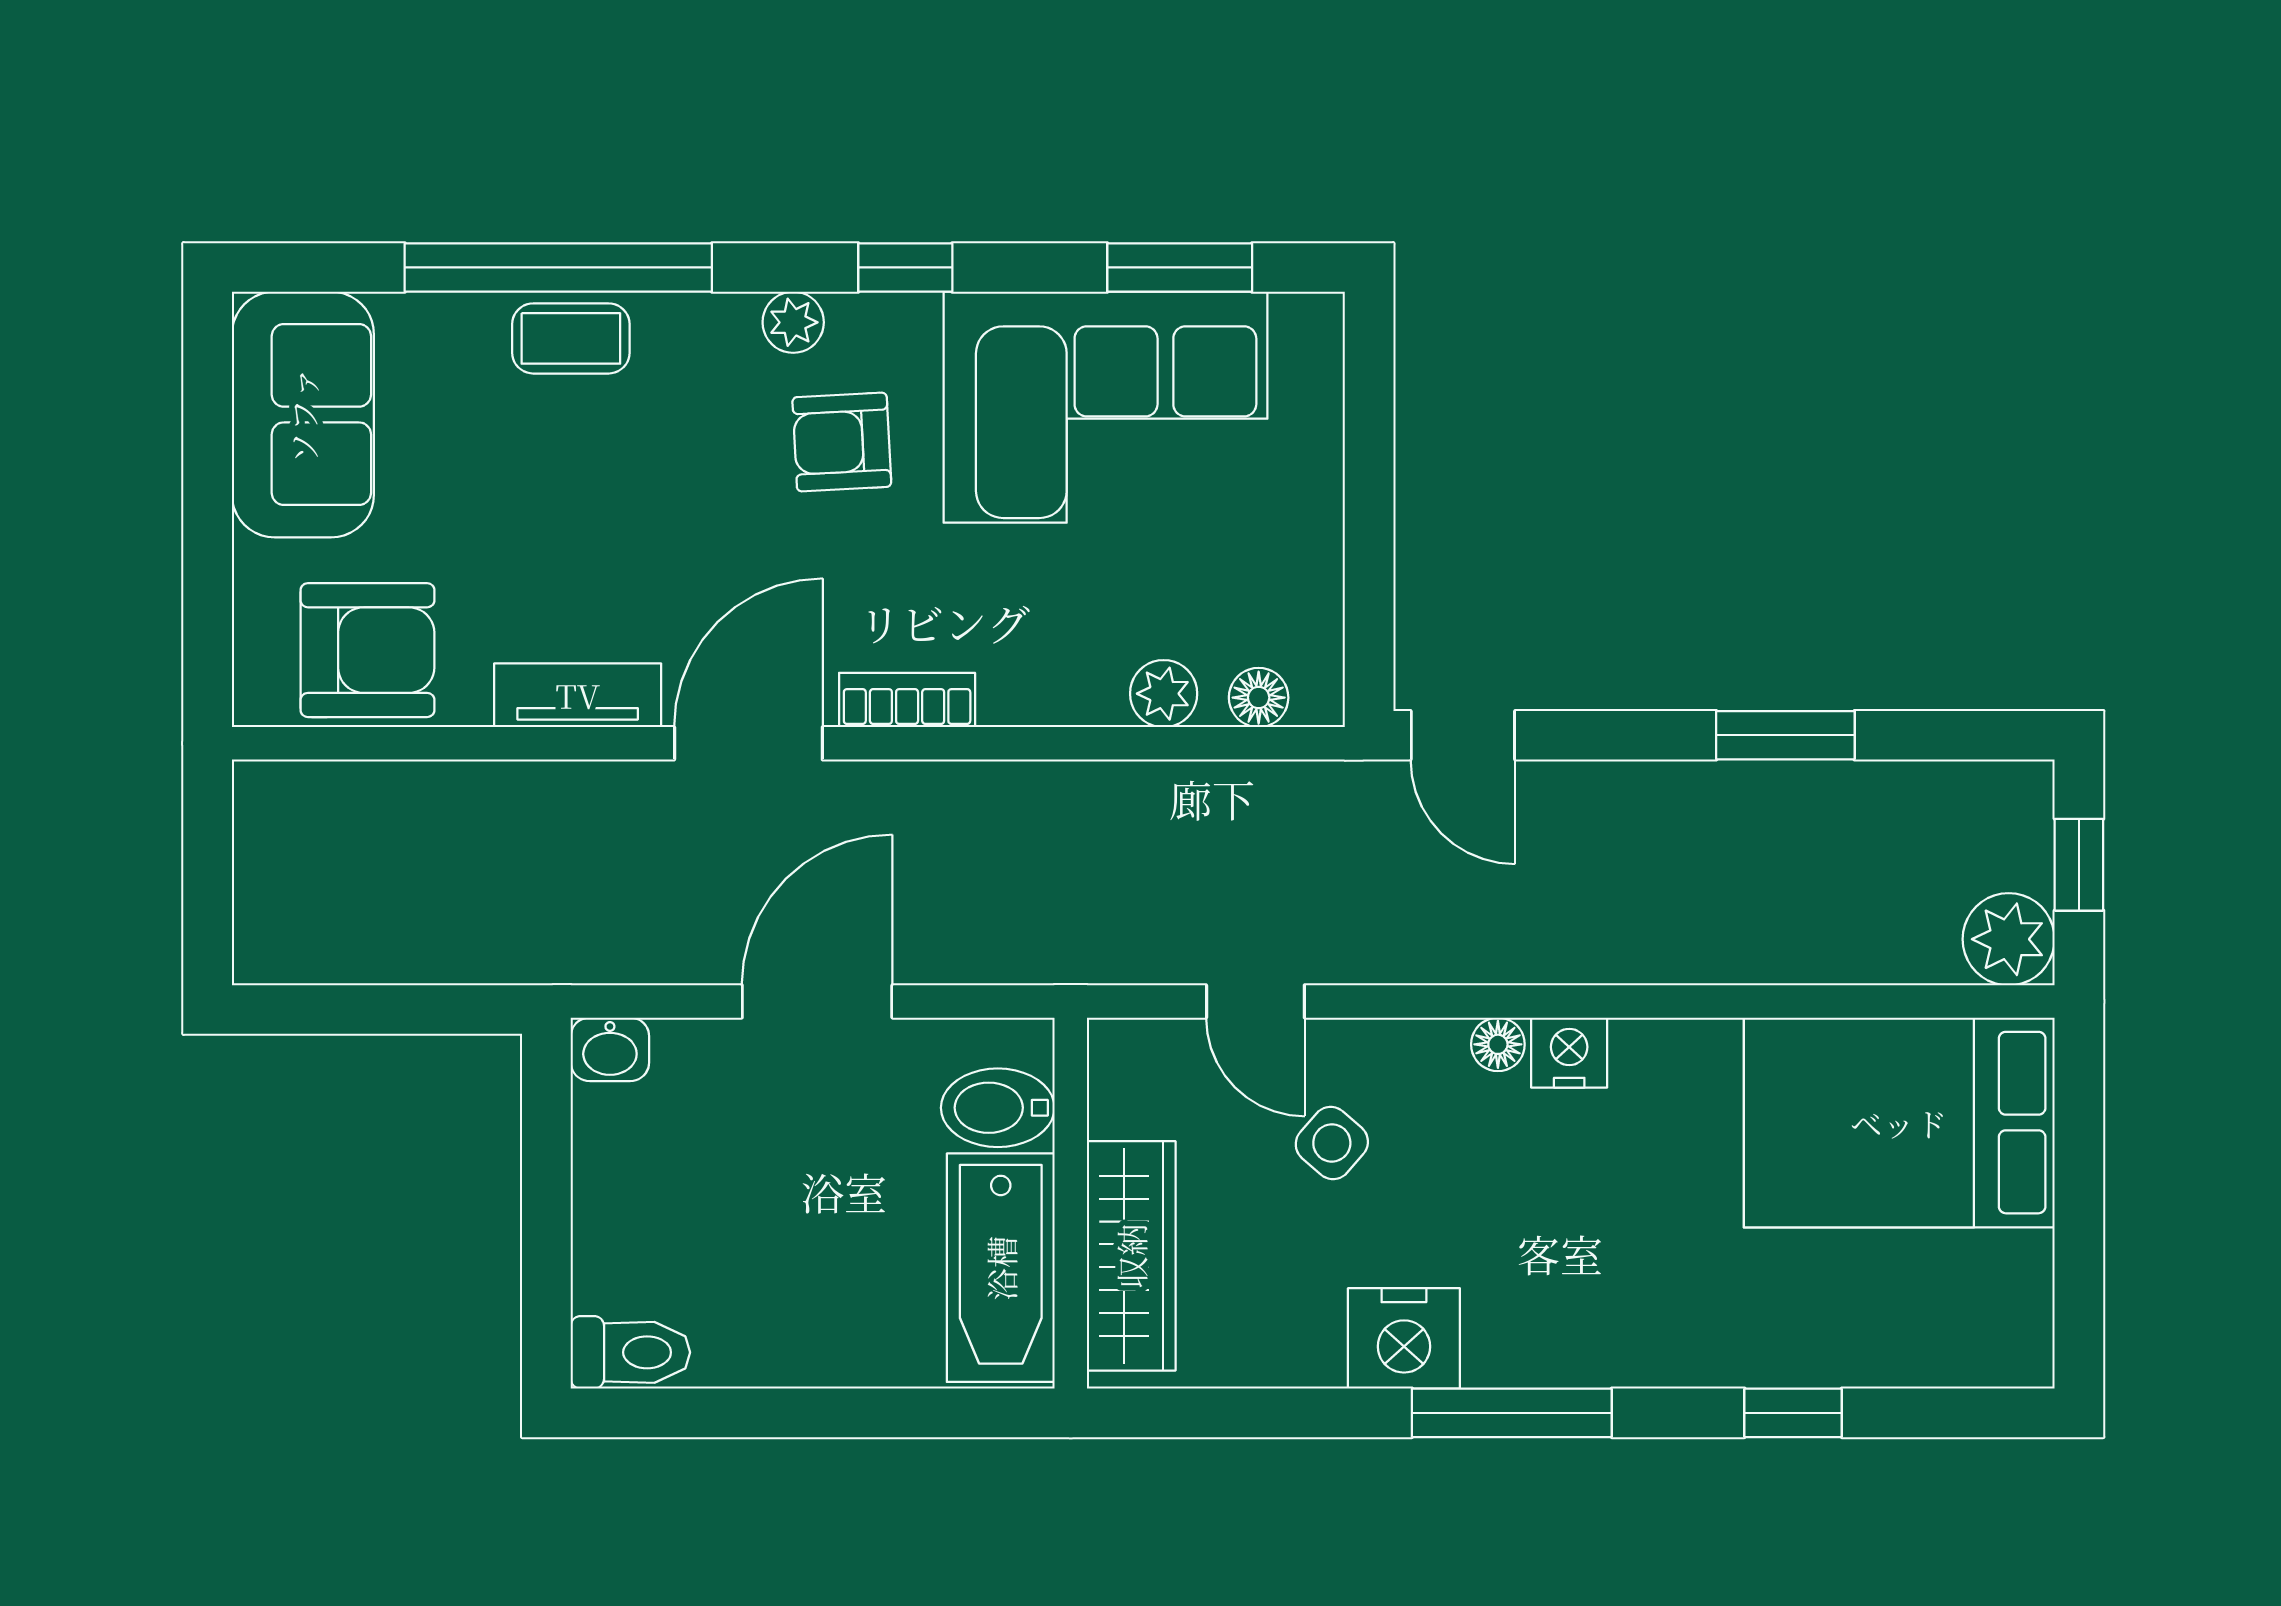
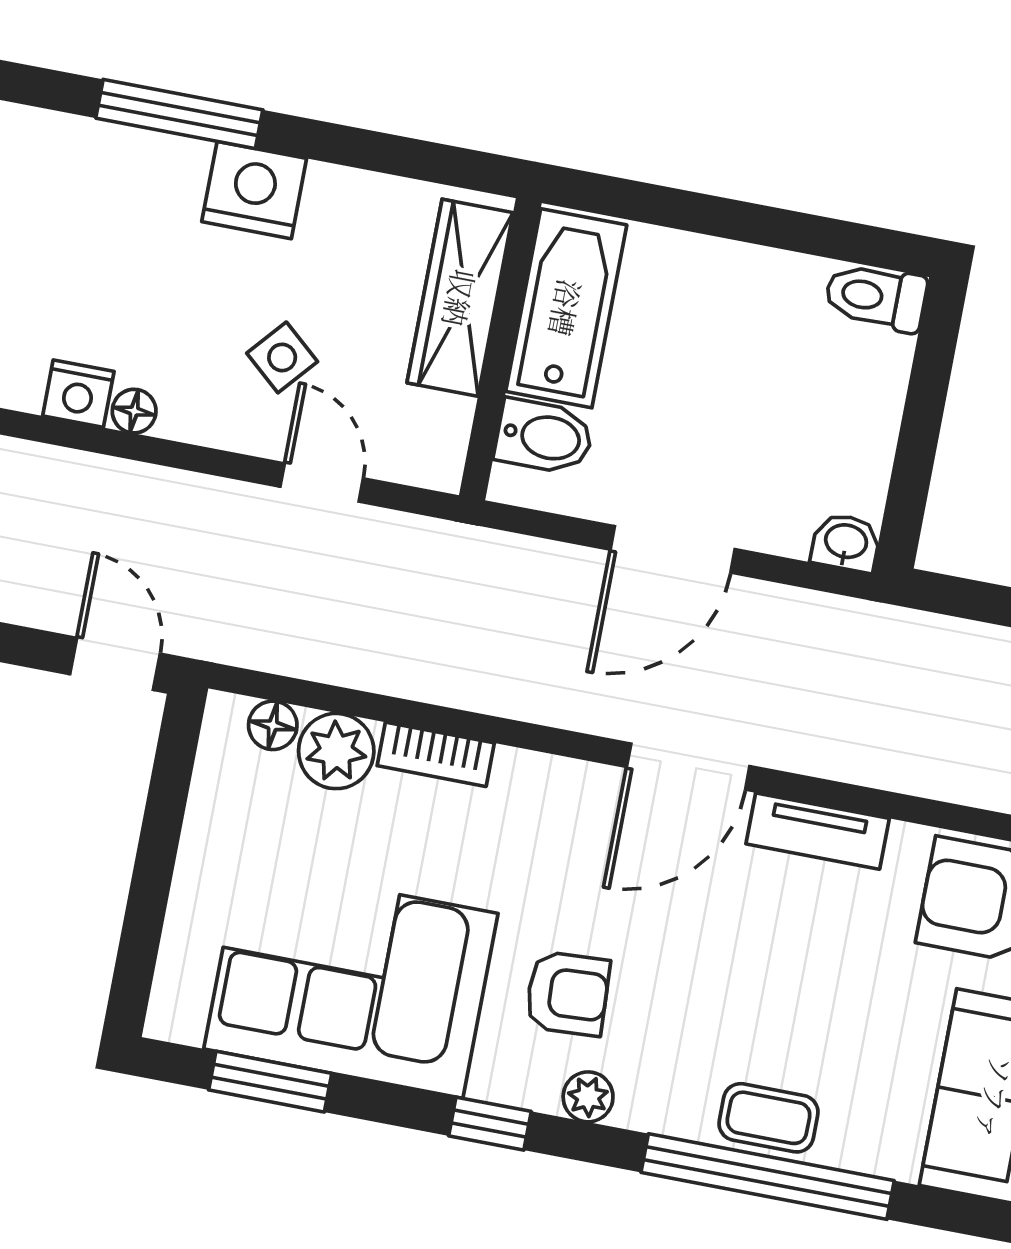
plant: (1164, 694) -> (336, 751), width x1.38, depth x1.38
bookcase: (907, 700) -> (436, 754), moved

